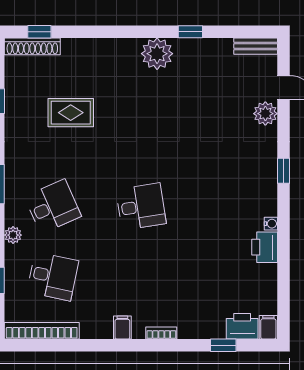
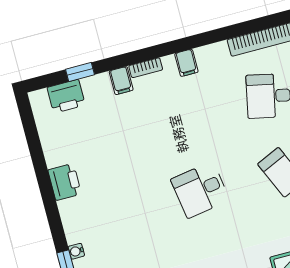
water cooler: (271, 224) -> (76, 251), moved
filing cabinet: (268, 327) -> (121, 81), moved

